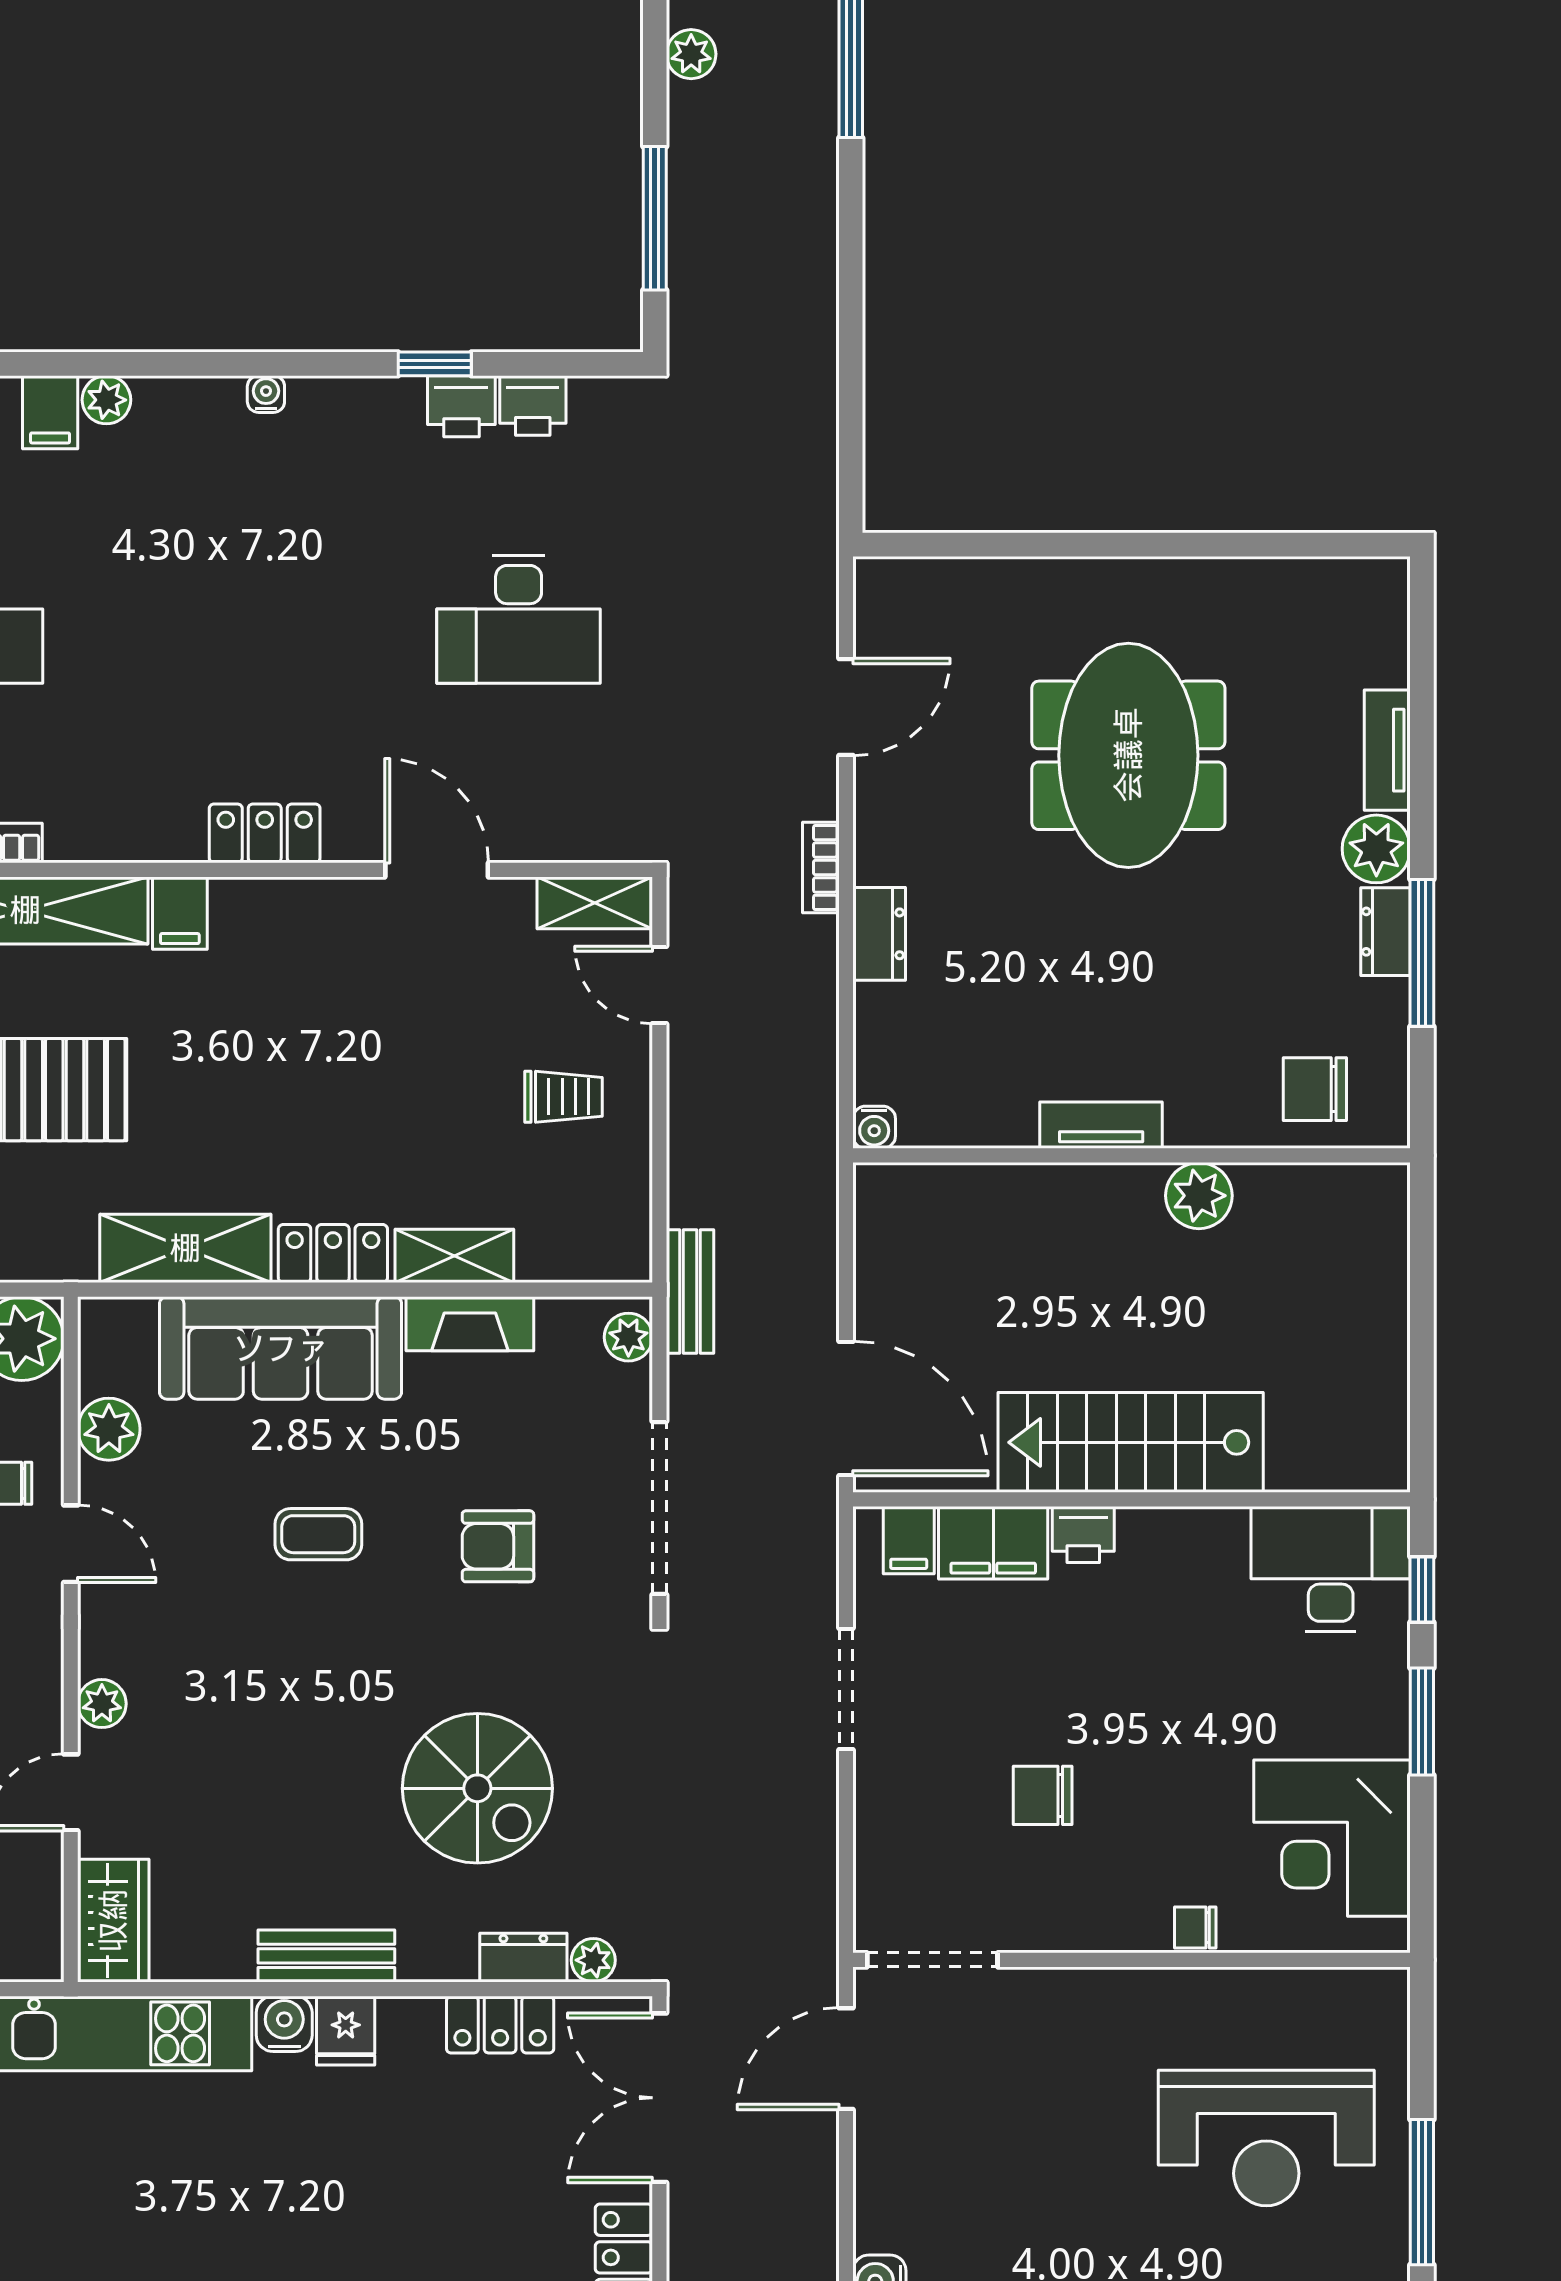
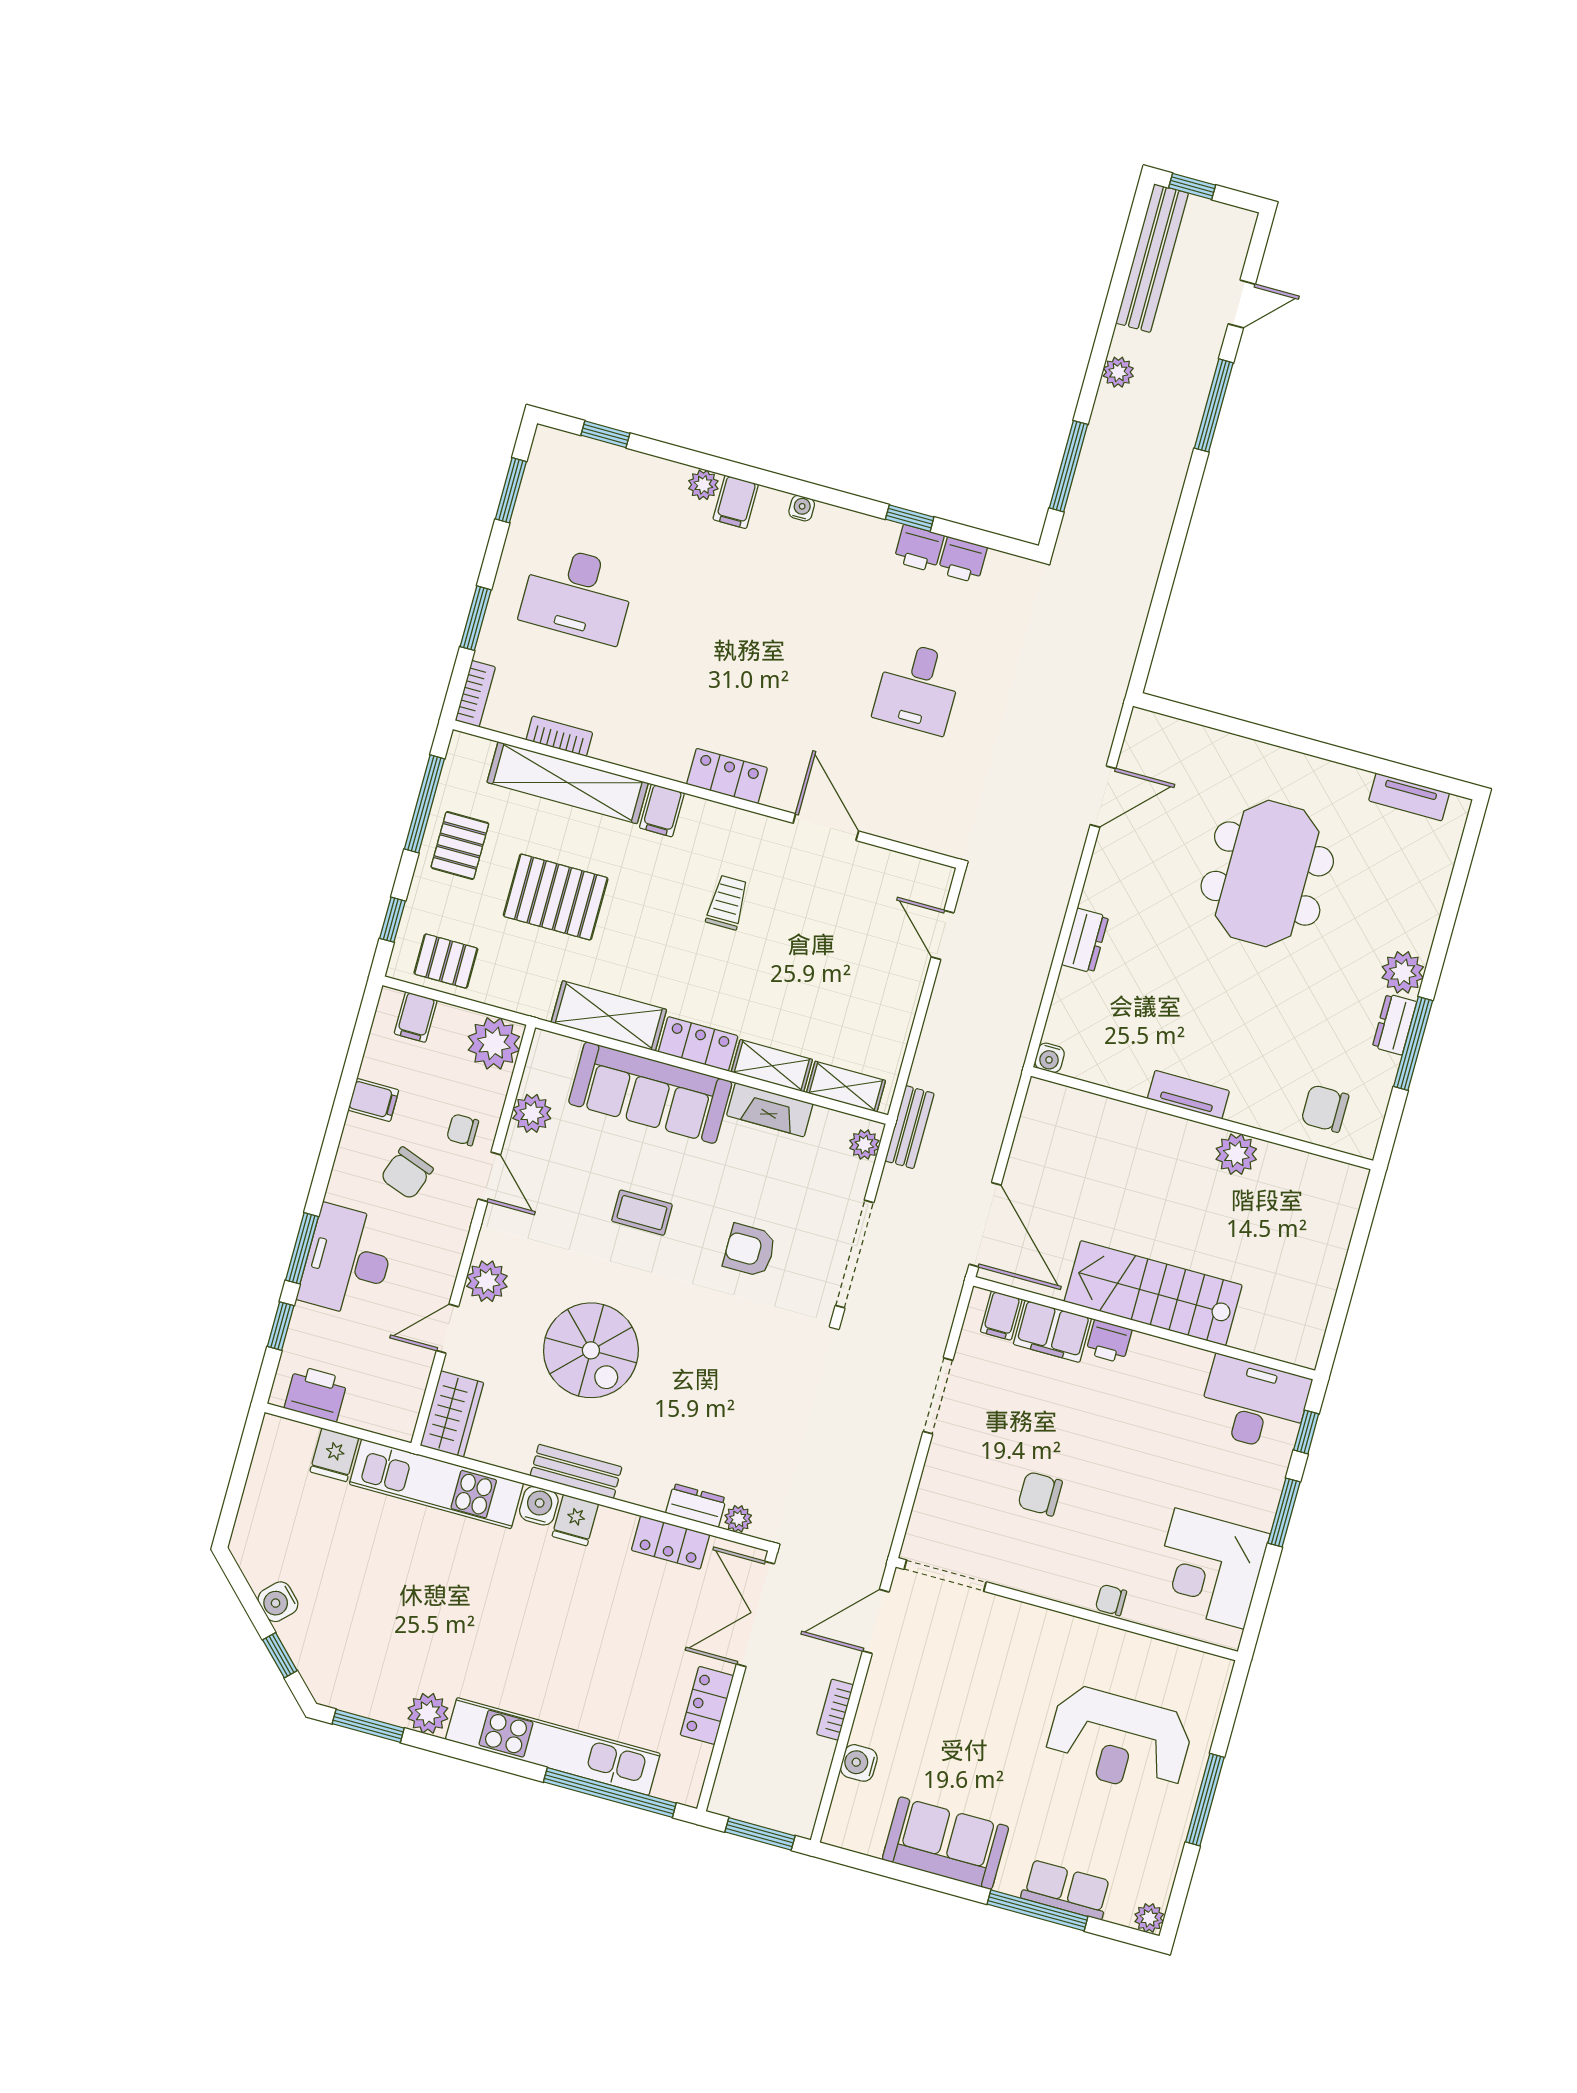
filing cabinet: (50, 412) -> (736, 502), moved
desk: (519, 619) -> (918, 688), width x0.73
tv unit: (1387, 750) -> (1409, 797), moved, turned -90
bookcase: (821, 867) -> (835, 1710), moved
shelving: (595, 903) -> (846, 1087), moved
trolley: (563, 1097) -> (727, 902), moved, turned -90
plant: (102, 1704) -> (487, 1281), width x1.38, depth x1.38
spiral stairs: (477, 1788) -> (591, 1350), moved

